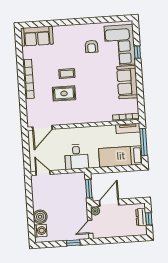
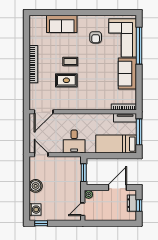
sofa: (37, 36) -> (62, 24), moved
window: (137, 52) -> (139, 46), width x3.17
door: (109, 203) -> (117, 187), moved
boiler: (40, 217) -> (36, 186), moved
window: (73, 243) -> (41, 223), moved

